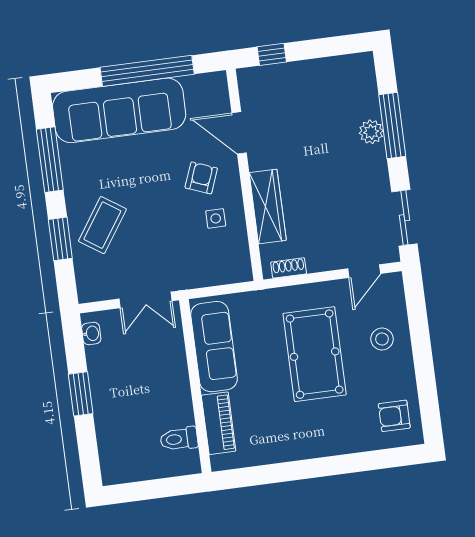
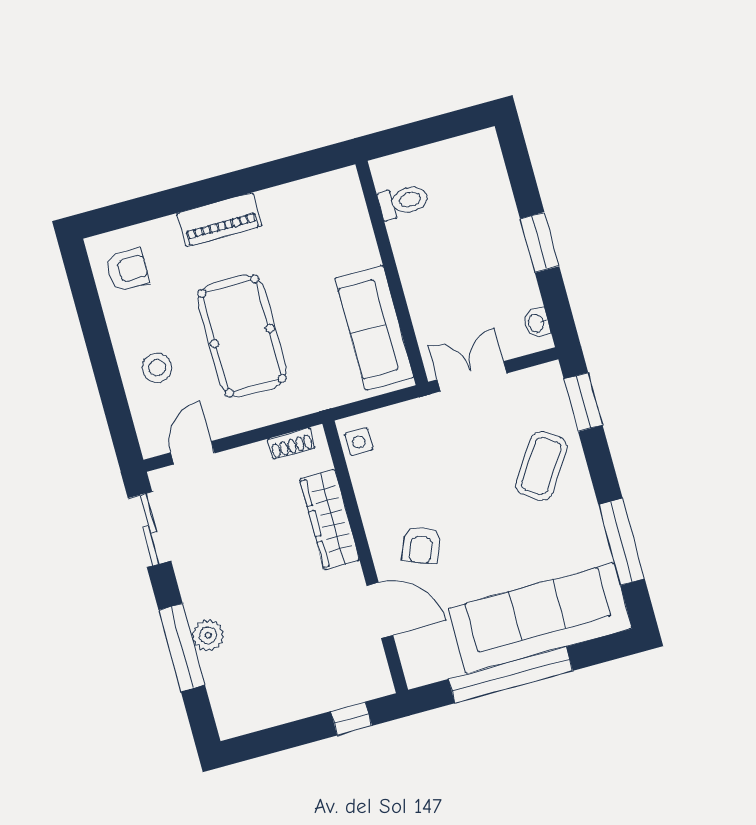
side table: (216, 218) -> (359, 442), moved
window: (60, 239) -> (583, 402), moved
piano: (219, 423) -> (220, 220), moved, turned -90

